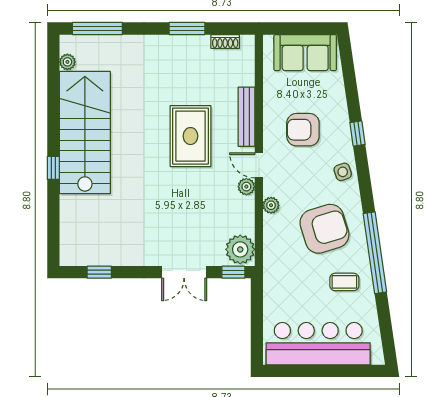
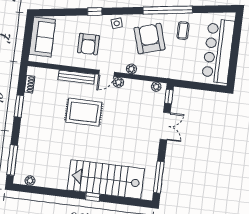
stairs: (85, 133) -> (106, 179), moved
plant: (240, 249) -> (156, 87), width x0.53, depth x0.53
window: (99, 272) -> (159, 177), width x2.17

